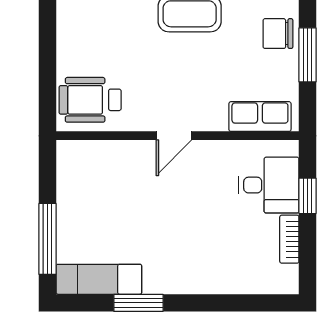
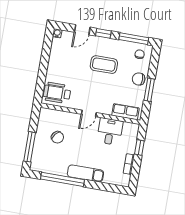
desk: (269, 185) -> (110, 132), moved, turned -90
chair: (109, 205) -> (57, 137), added
exam couch: (99, 279) -> (85, 173), moved
window: (138, 303) -> (62, 179), width x2.11

